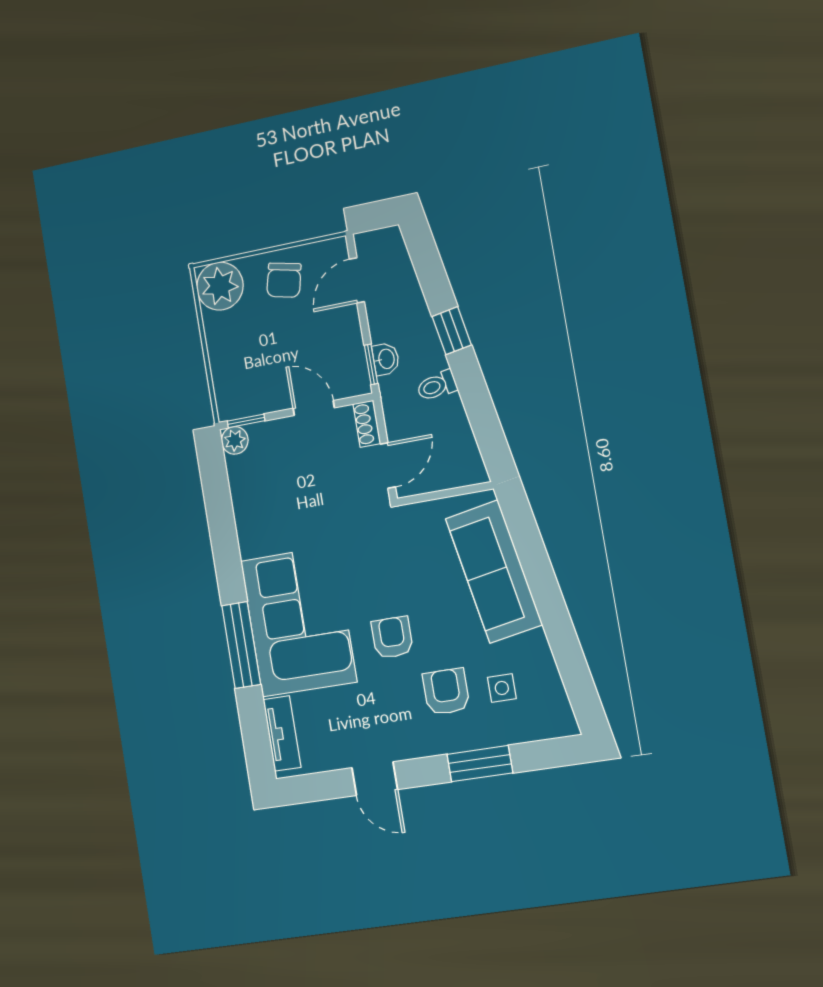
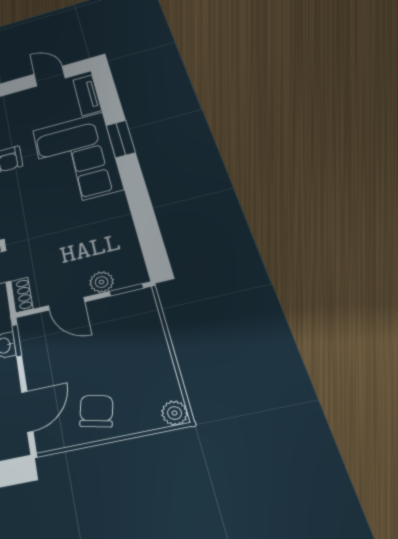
plant: (220, 286) -> (175, 413), width x0.53, depth x0.53
plant: (235, 440) -> (102, 282), moved
window: (241, 645) -> (121, 139), width x0.69
door: (375, 779) -> (50, 76), moved

